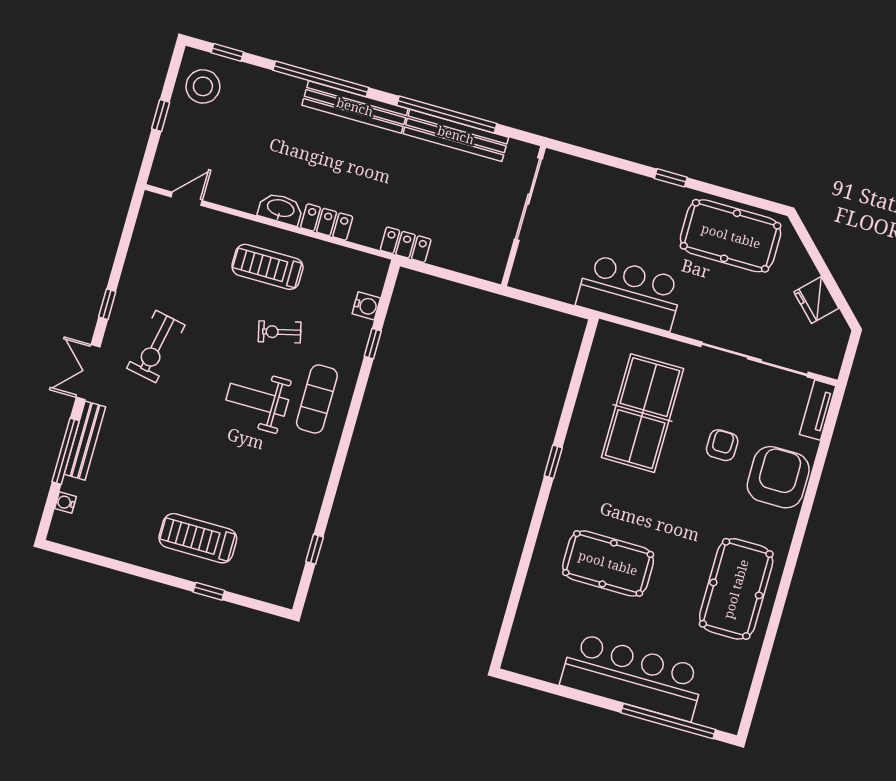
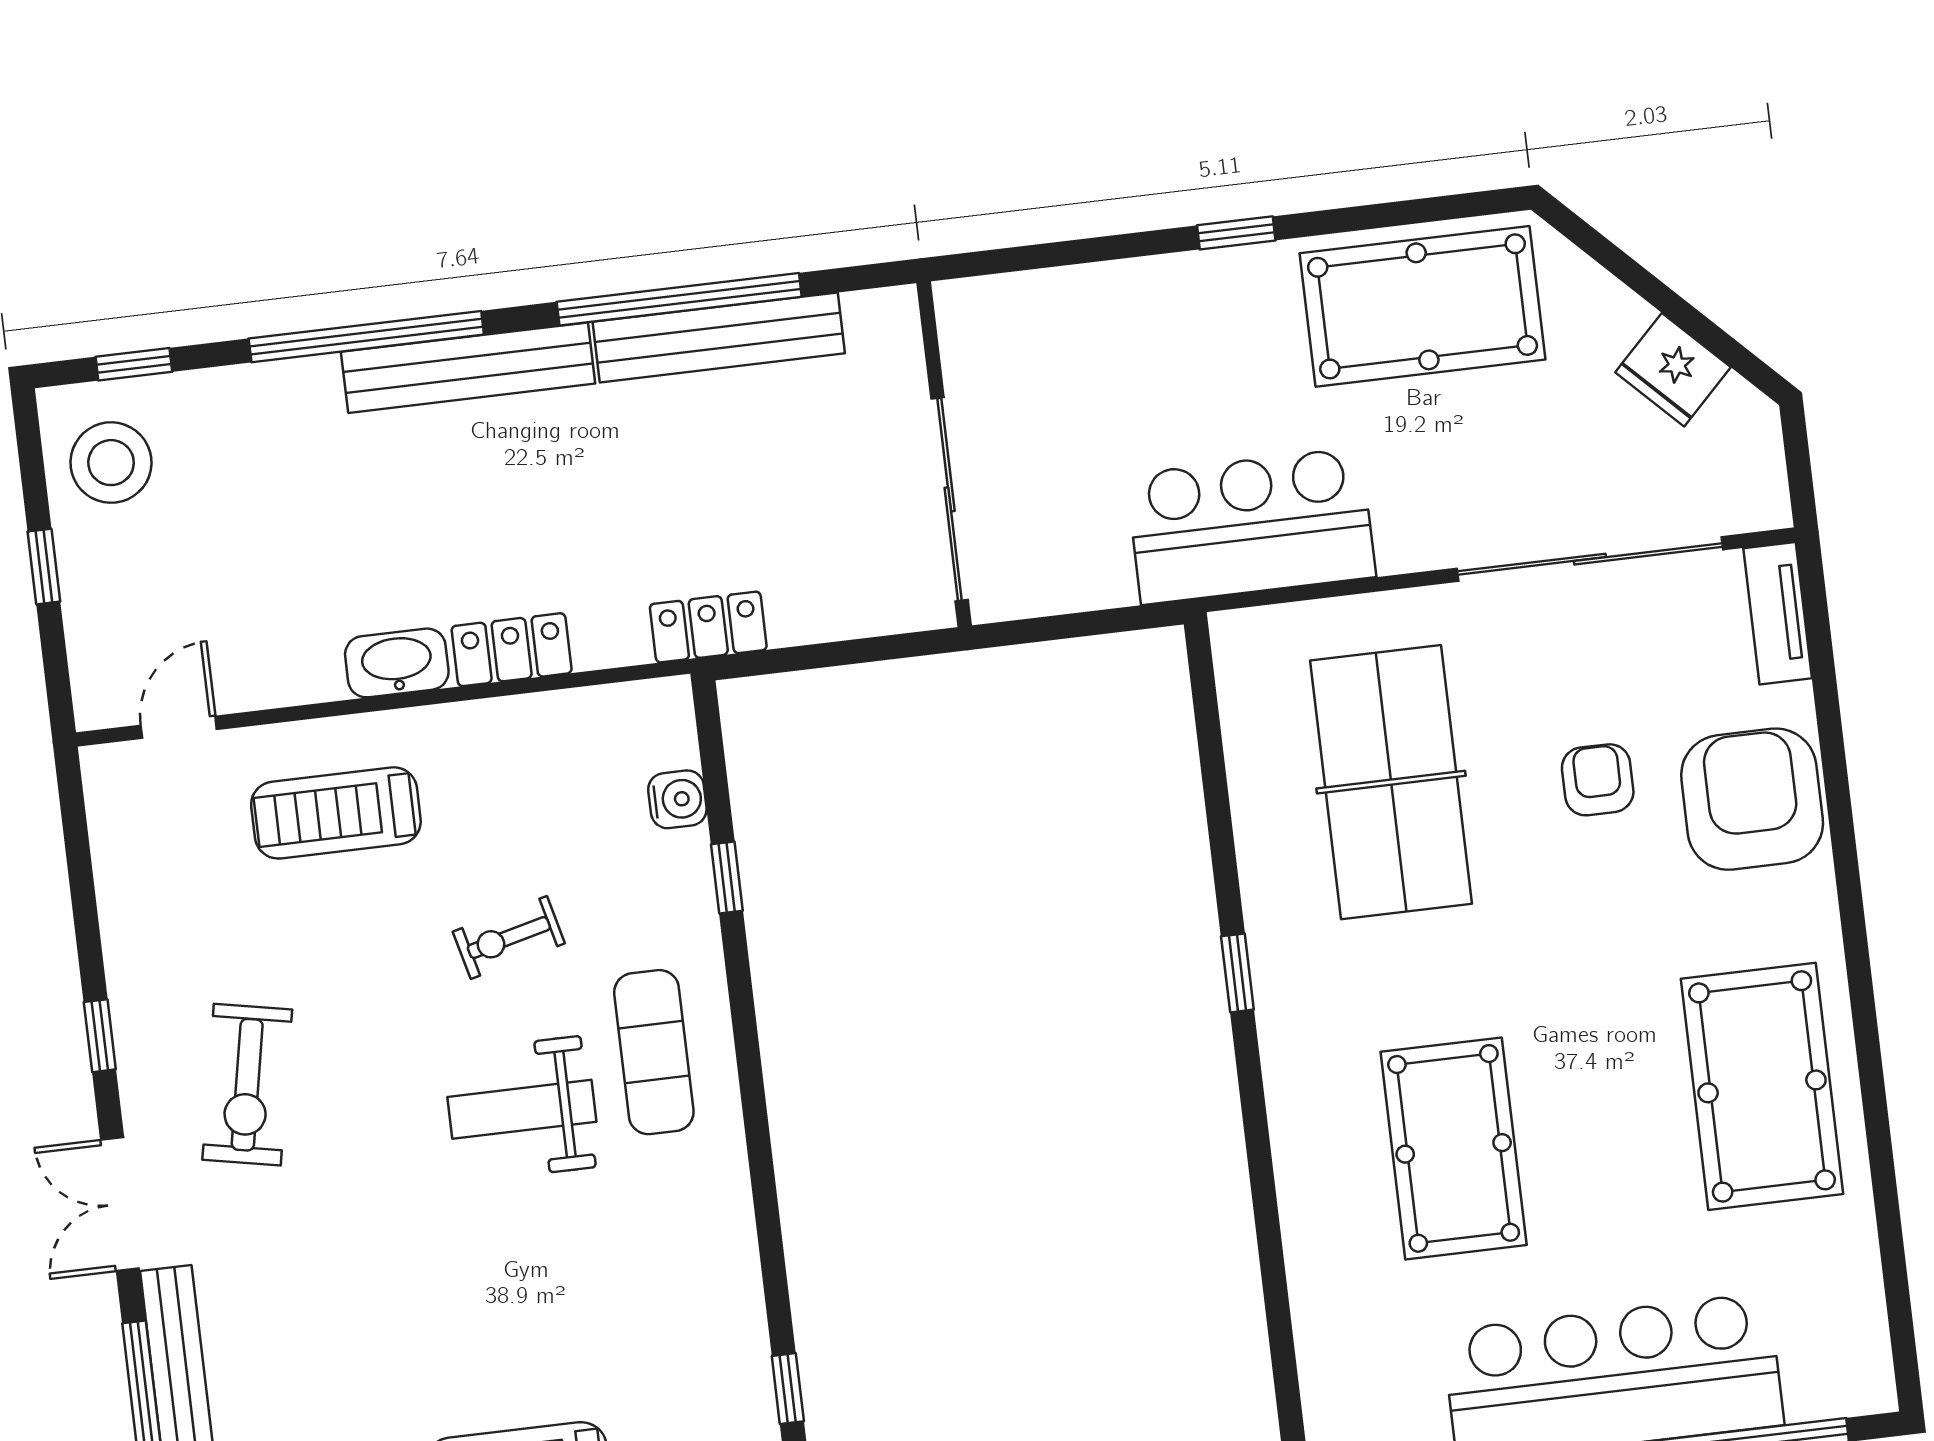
sliding door: (528, 199) -> (950, 499), moved
treadmill: (267, 267) -> (336, 813), moved
pool table: (608, 563) -> (1454, 1148), turned 90

